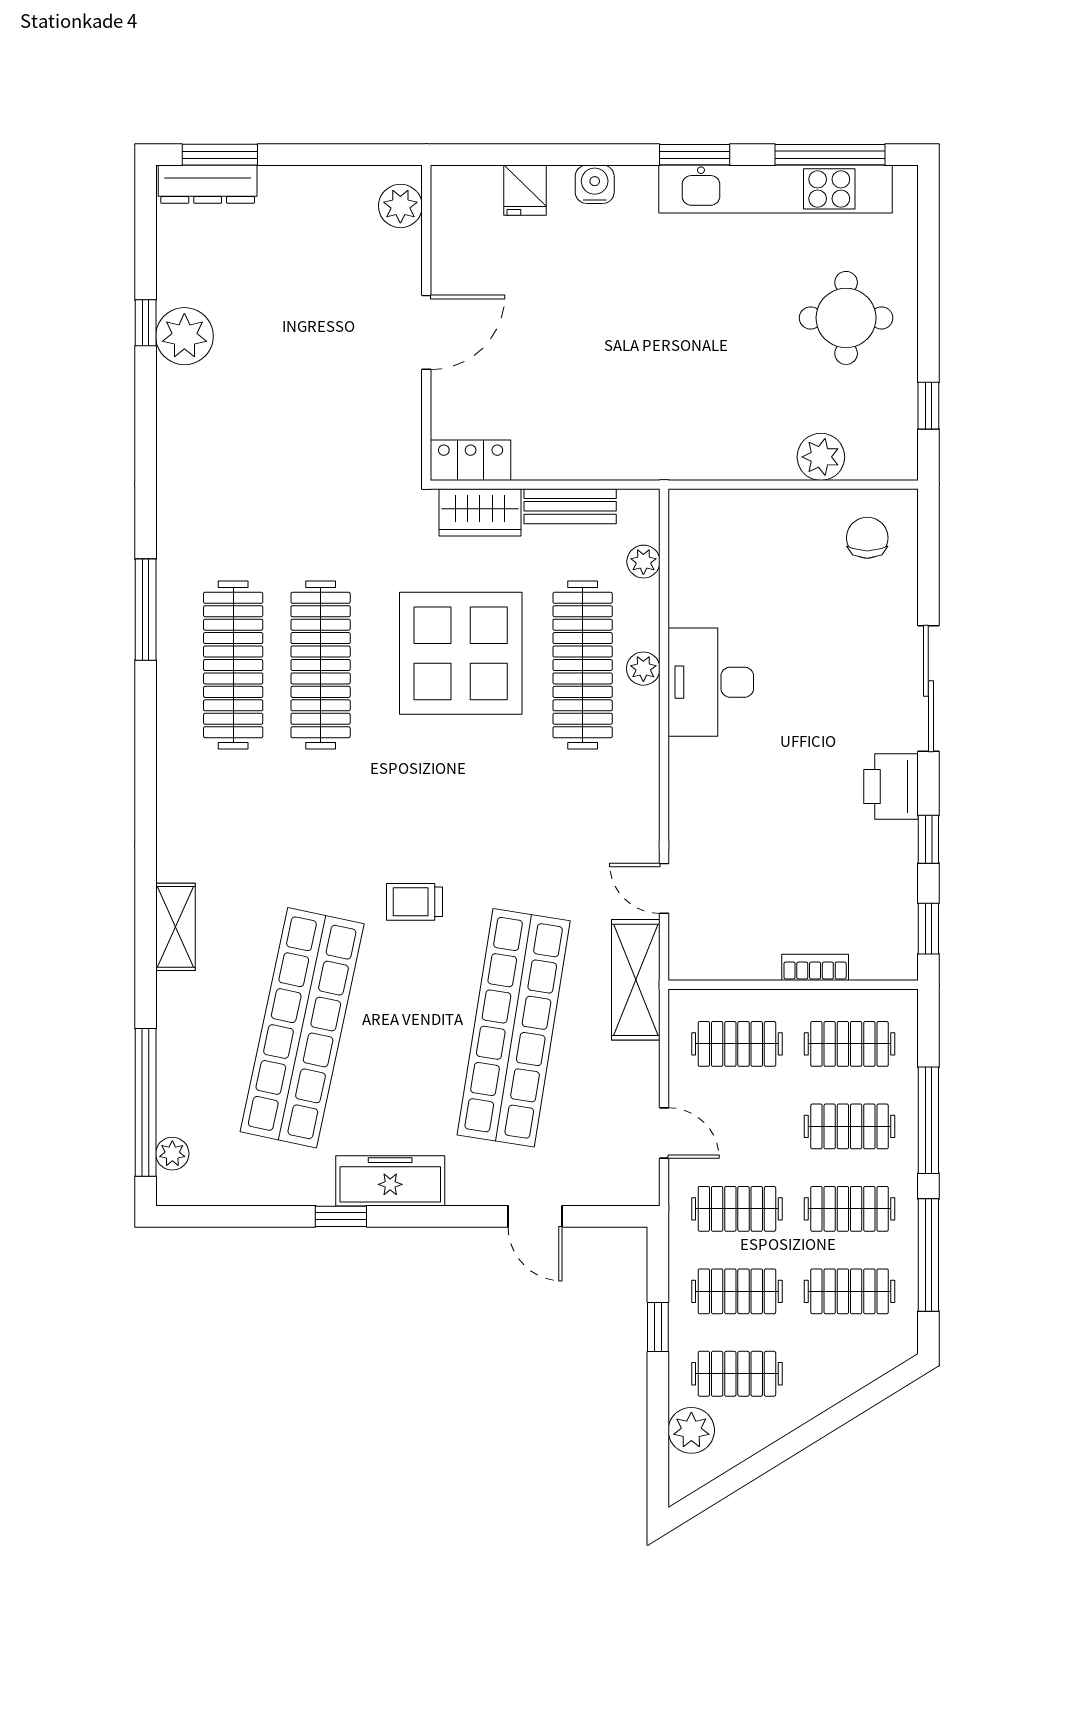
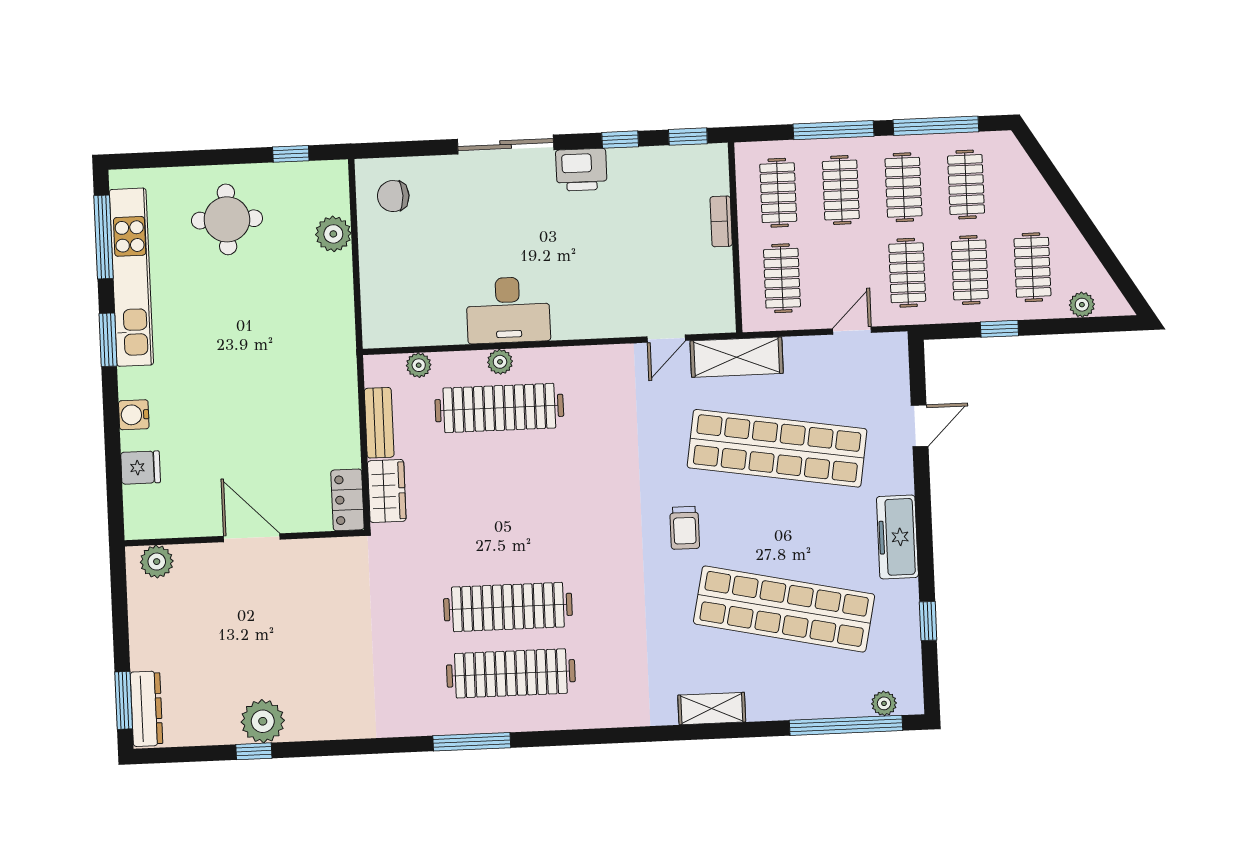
display table: (461, 653) -> (494, 501), removed
window: (341, 1216) -> (928, 621), moved
plant: (691, 1430) -> (1082, 305), width x0.73, depth x0.73

